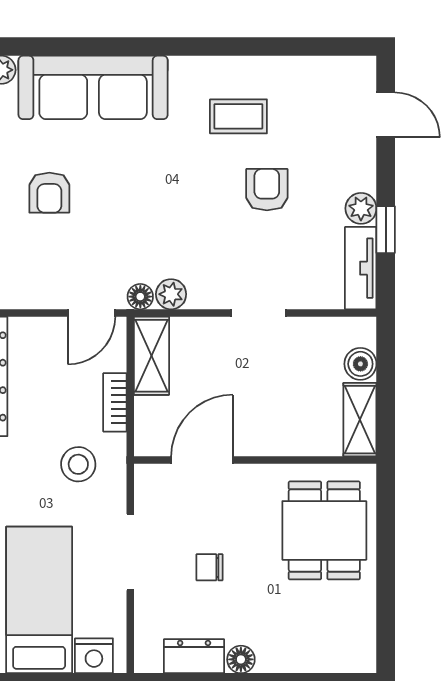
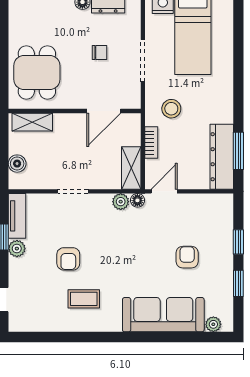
shelving: (360, 420) -> (32, 122), moved, turned 90

